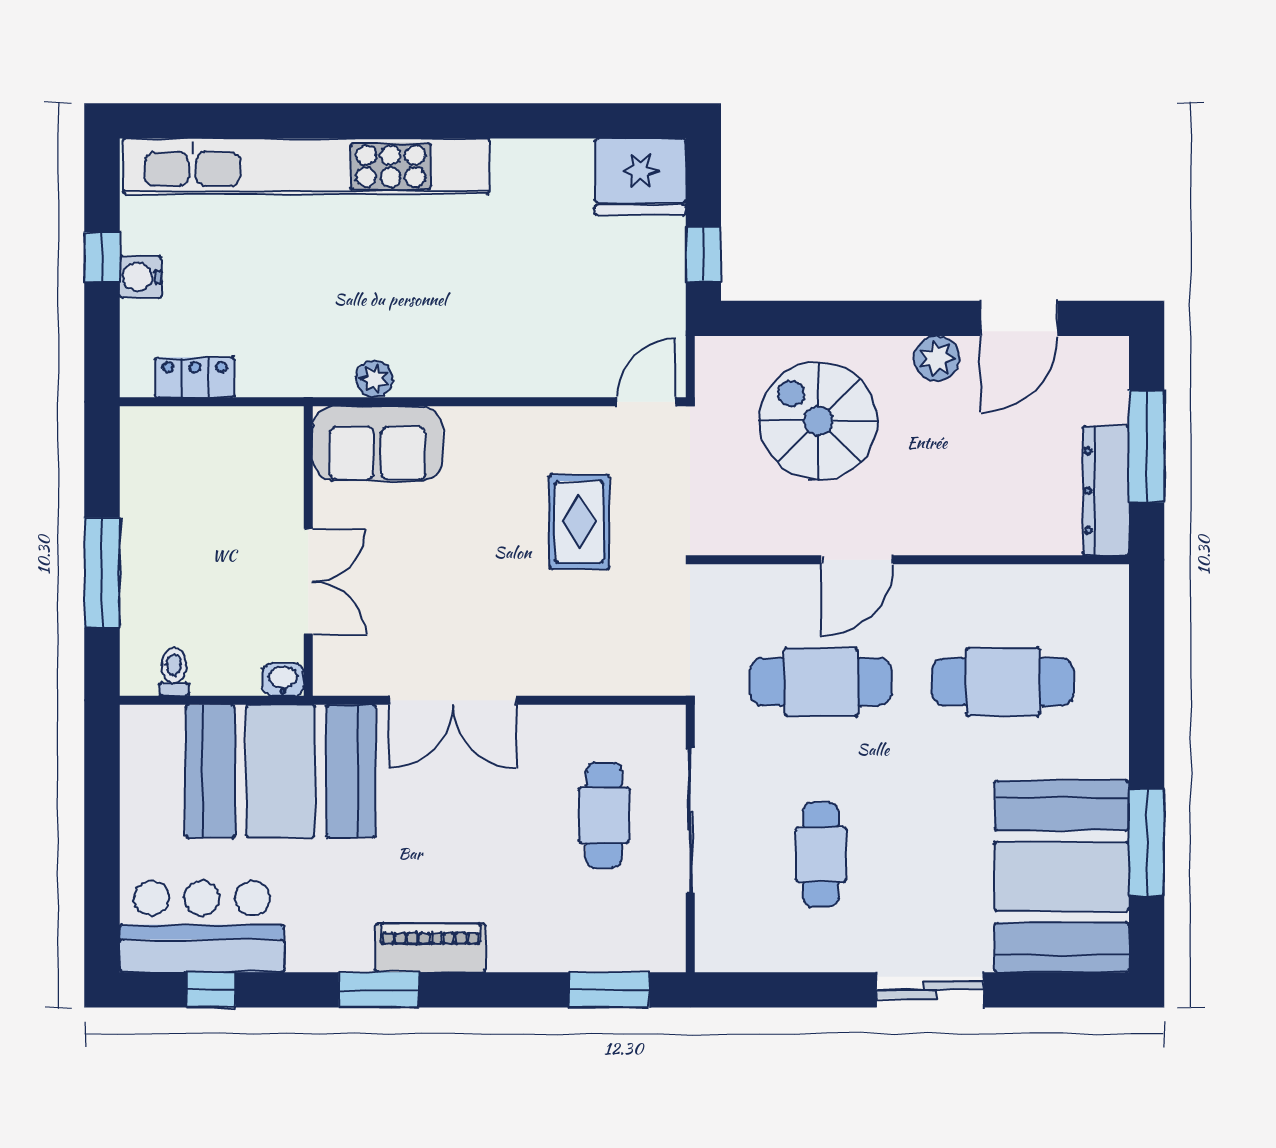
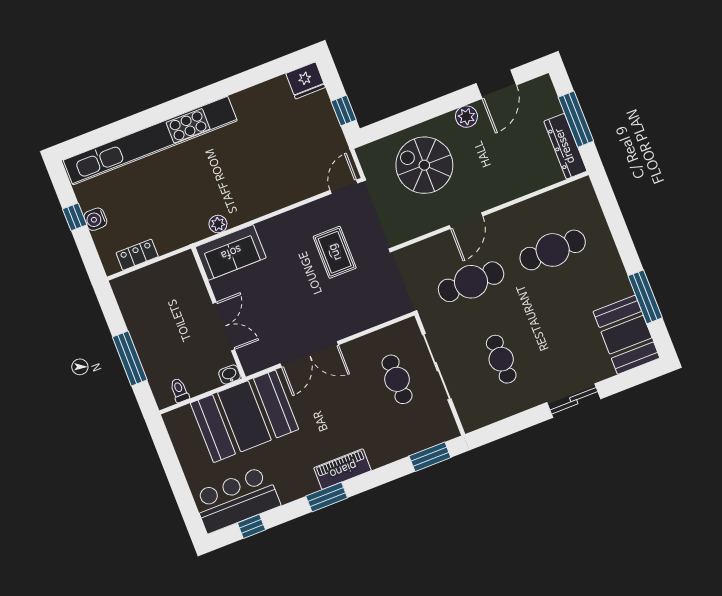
fridge: (640, 177) -> (306, 80), width x0.73, depth x0.75
booth: (1062, 876) -> (626, 335), width x0.73, depth x0.70

